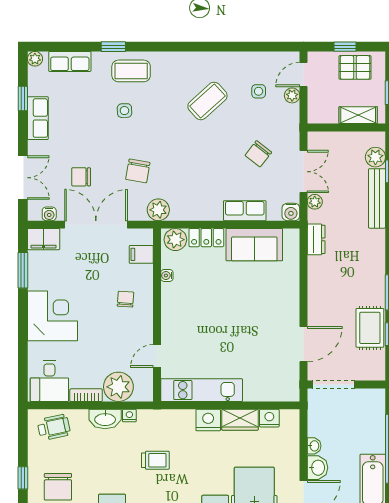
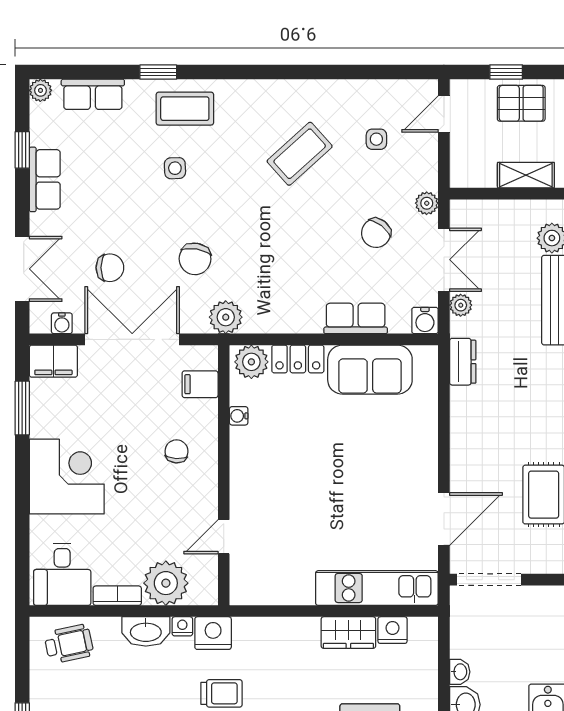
plant: (292, 95) -> (427, 203), moved
chair: (81, 177) -> (110, 268), turned 180
kitchen unit: (202, 390) -> (377, 588), moved
nightstand: (208, 420) -> (213, 633), moved

